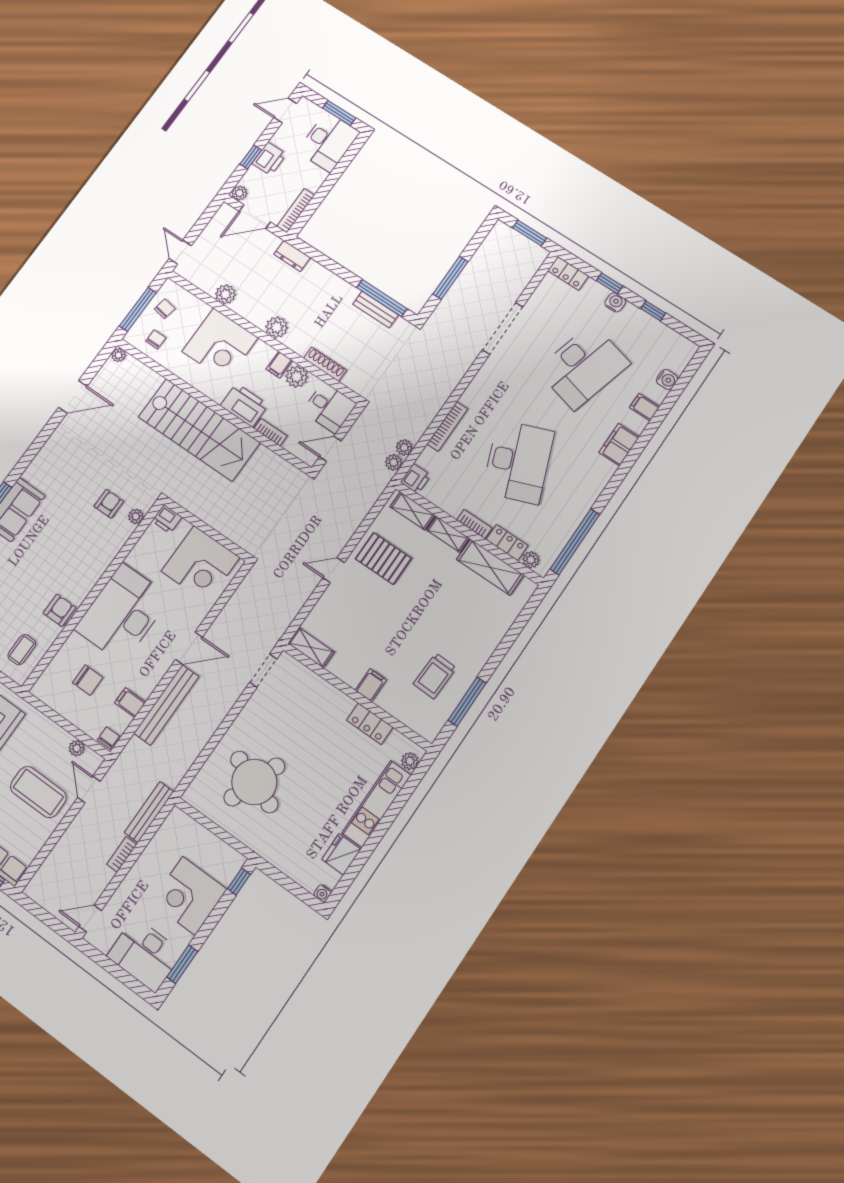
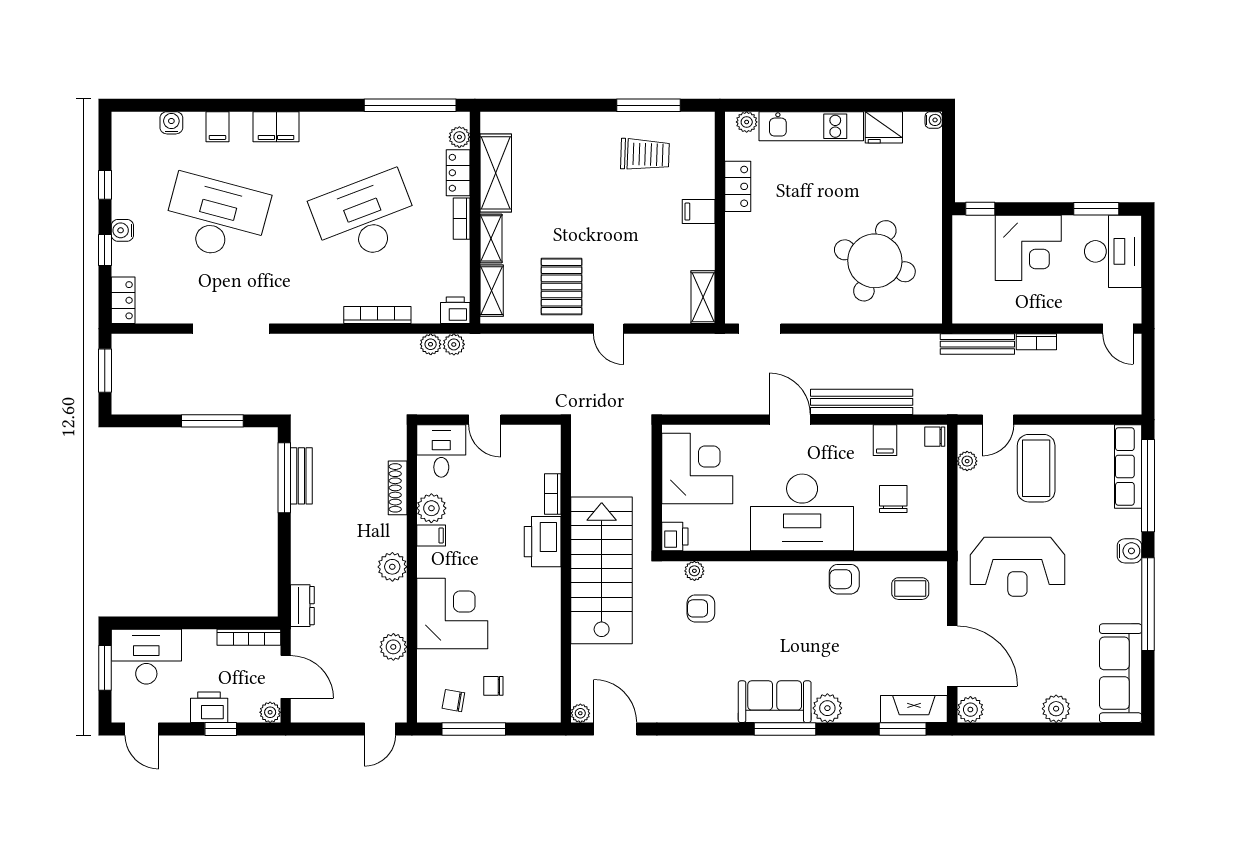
plant: (119, 355) -> (580, 713), moved
printer: (244, 405) -> (543, 542), moved
wall: (213, 406) -> (566, 574), moved
stairs: (199, 430) -> (602, 570), moved
bookcase: (270, 432) -> (553, 494), moved

